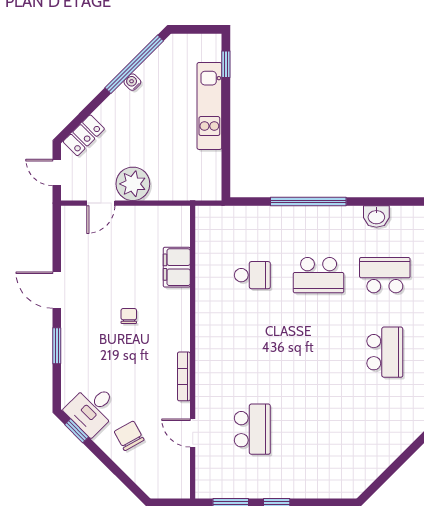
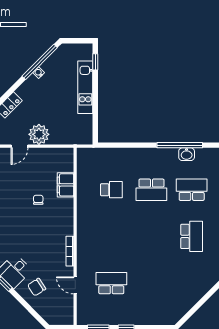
window: (308, 201) -> (180, 145), moved
chair: (129, 316) -> (38, 200), moved
school desk: (252, 429) -> (111, 283), turned -90
chair: (129, 436) -> (37, 287), turned -94

